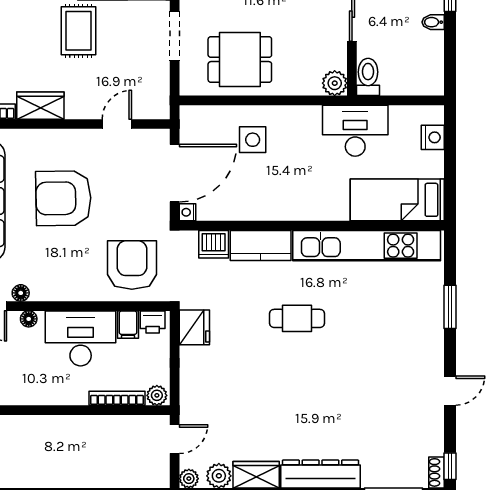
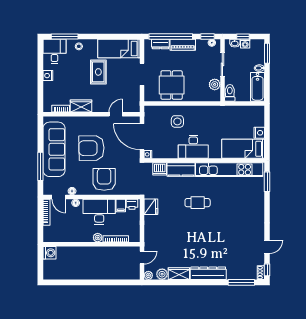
dining table: (240, 59) -> (172, 85), turned 90
bathtub: (429, 64) -> (258, 87), added
plant: (335, 83) -> (215, 84), moved
desk: (355, 131) -> (193, 147), moved, turned 180
nightstand: (433, 137) -> (259, 133), moved
door: (175, 173) -> (142, 137), swing flipped
armchair: (132, 265) -> (104, 179), moved
window: (450, 307) -> (267, 182), moved
door: (450, 391) -> (267, 247), moved
plant: (157, 395) -> (98, 238), moved

